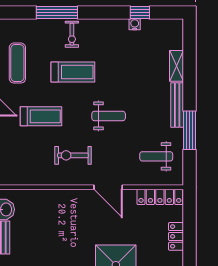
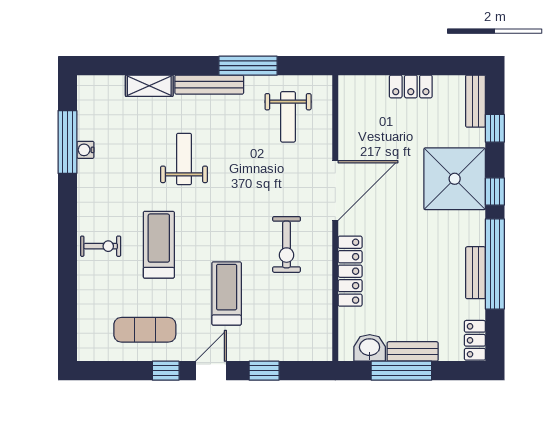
window: (57, 13) -> (67, 269), removed
window: (140, 13) -> (67, 142), width x2.17
weight bench: (109, 116) -> (184, 159), moved
door: (108, 187) -> (335, 191), width x1.36
locker: (160, 197) -> (350, 271), moved

